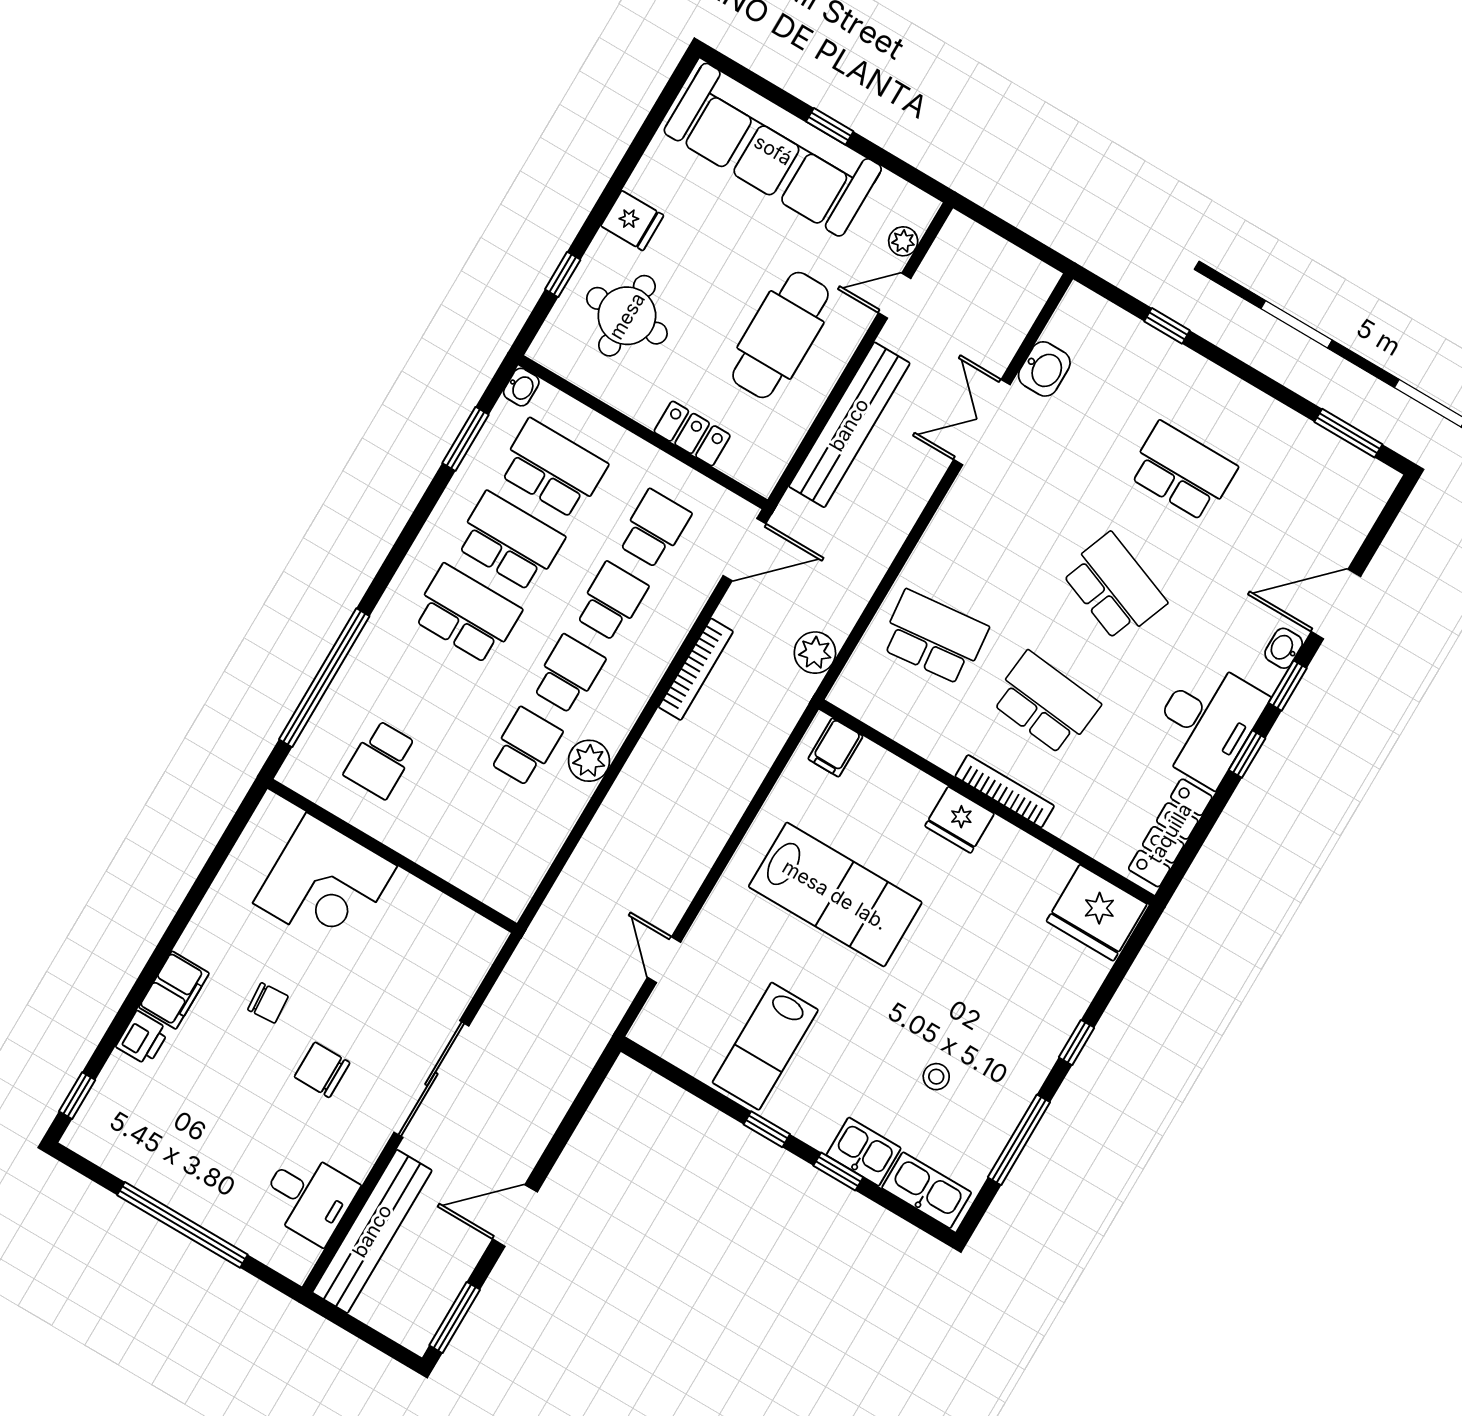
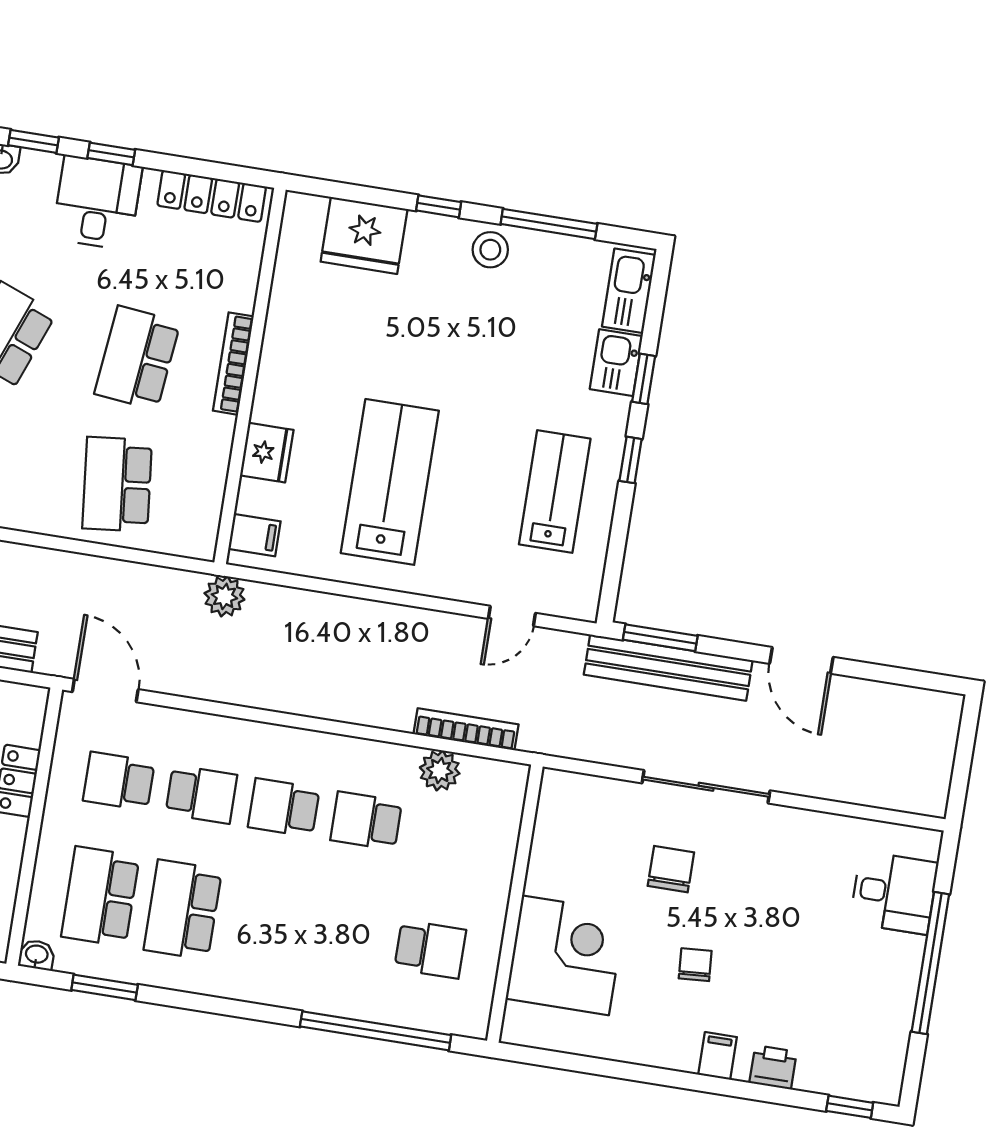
school desk: (611, 601) -> (201, 794), turned 180
school desk: (467, 614) -> (265, 923), removed
plant: (815, 653) -> (224, 596), moved
bookcase: (696, 669) -> (466, 729), moved
desk: (1206, 723) -> (97, 203), width x0.73
plant: (589, 761) -> (440, 771), moved
fridge: (959, 820) -> (267, 453), moved
fridge: (1097, 913) -> (364, 235), moved, turned 90
filing cabinet: (174, 990) -> (718, 1056), width x0.50
lab bench: (765, 1046) -> (555, 491), turned -90
chair: (322, 1070) -> (671, 869), moved, turned 180
stool: (936, 1077) -> (490, 250), moved, width x1.37, depth x1.37
desk: (309, 1197) -> (894, 893), moved, turned 90
bench: (372, 1231) -> (668, 668), moved
window: (455, 1318) -> (660, 638), moved

